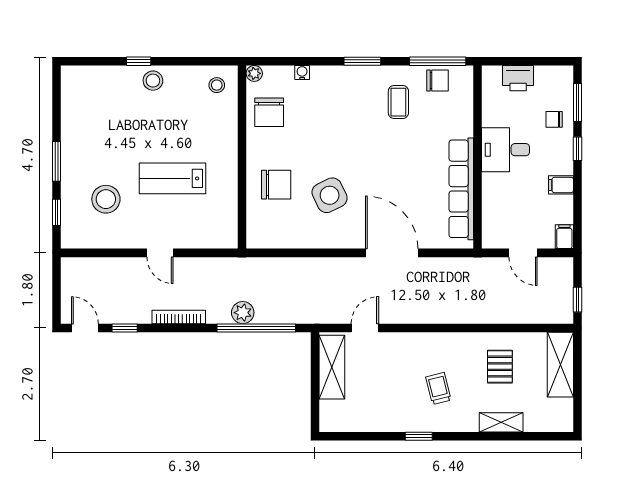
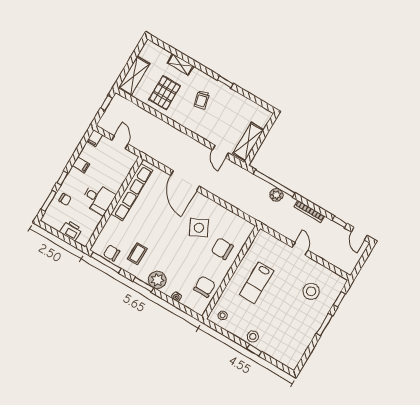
plant: (254, 73) -> (157, 280), moved, width x1.88, depth x1.88
lab bench: (173, 178) -> (257, 283), moved, turned 90
door: (365, 328) -> (220, 151), hinge flipped
pallet: (500, 367) -> (165, 93), width x1.50, depth x1.42

